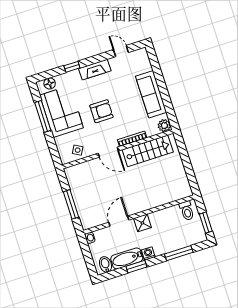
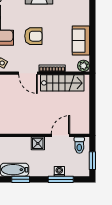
sofa: (151, 94) -> (81, 41), width x0.73
door: (119, 221) -> (60, 135), moved
washing machine: (148, 253) -> (59, 171), moved

